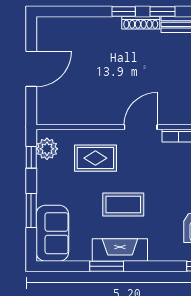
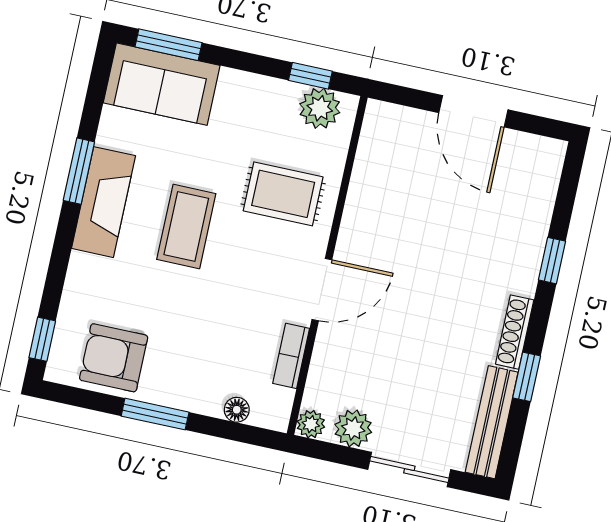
window: (124, 11) -> (552, 261), moved
door: (141, 127) -> (322, 290), hinge flipped
rug: (95, 158) -> (283, 194), turned 90
window: (31, 211) -> (168, 45), moved

